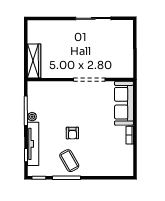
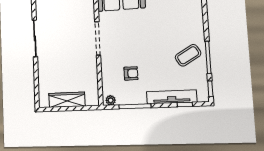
wardrobe: (34, 61) -> (67, 100), moved
plant: (32, 117) -> (111, 100), moved
armchair: (72, 133) -> (131, 73), moved

